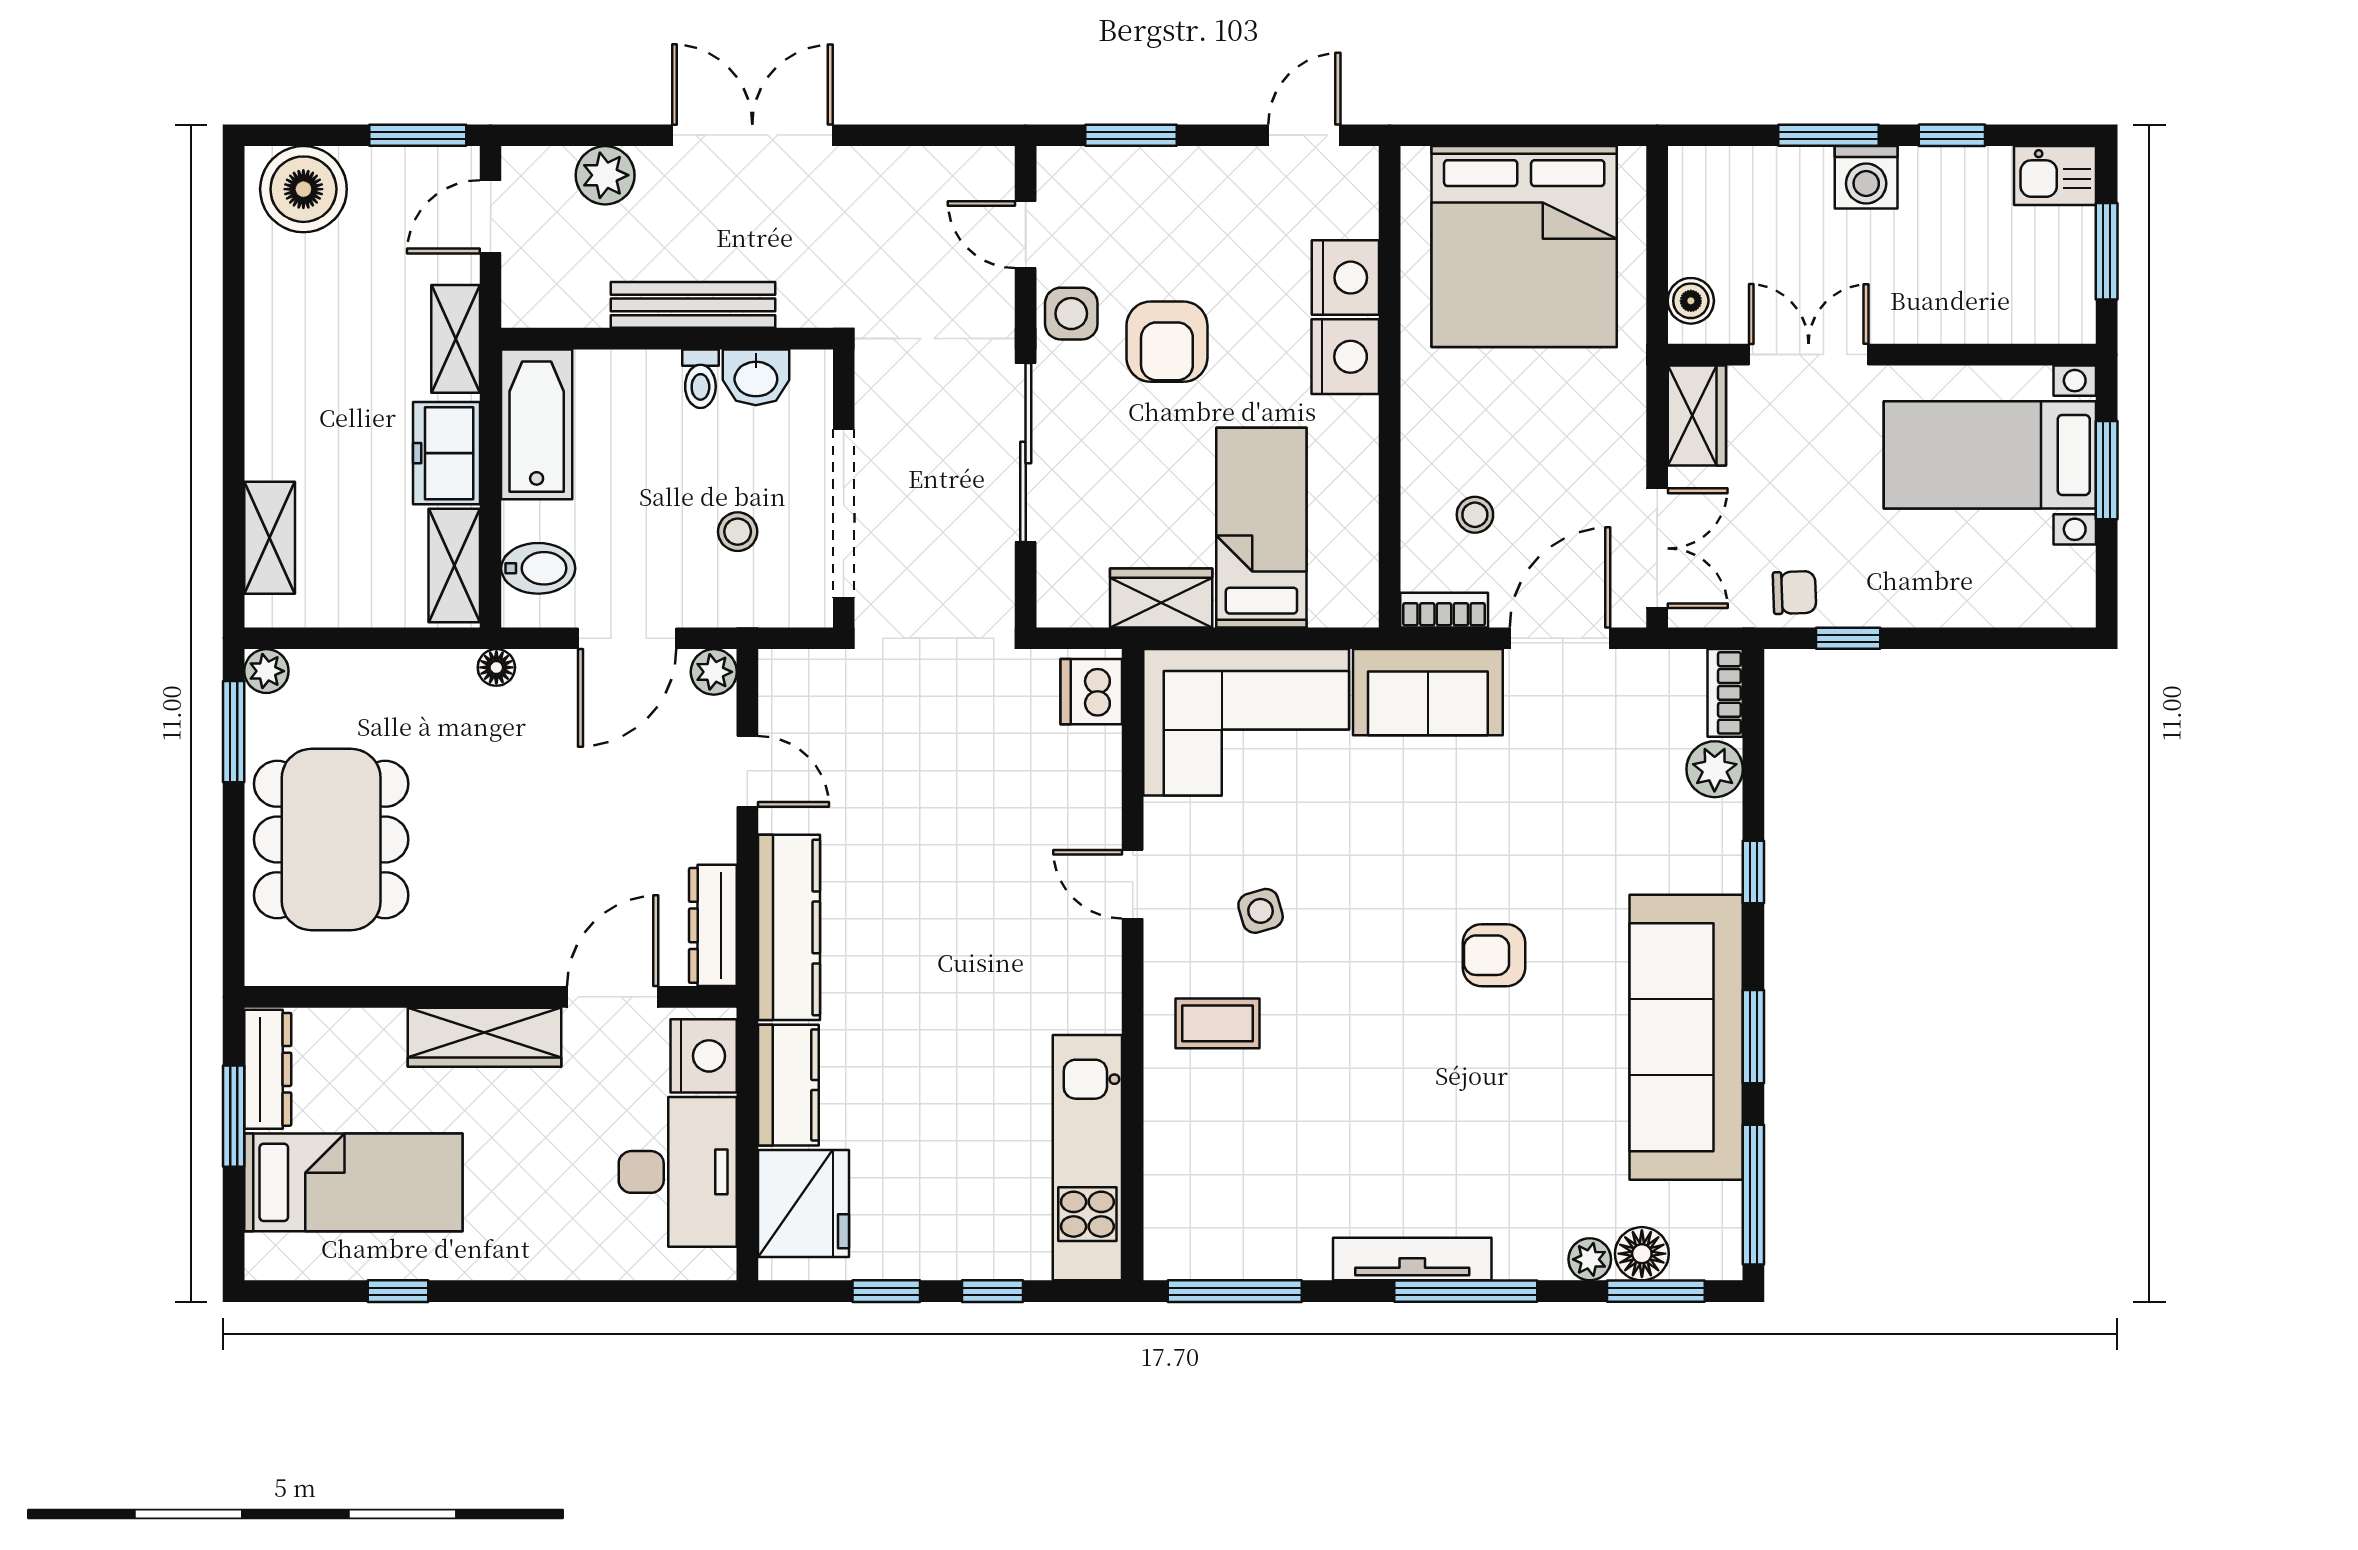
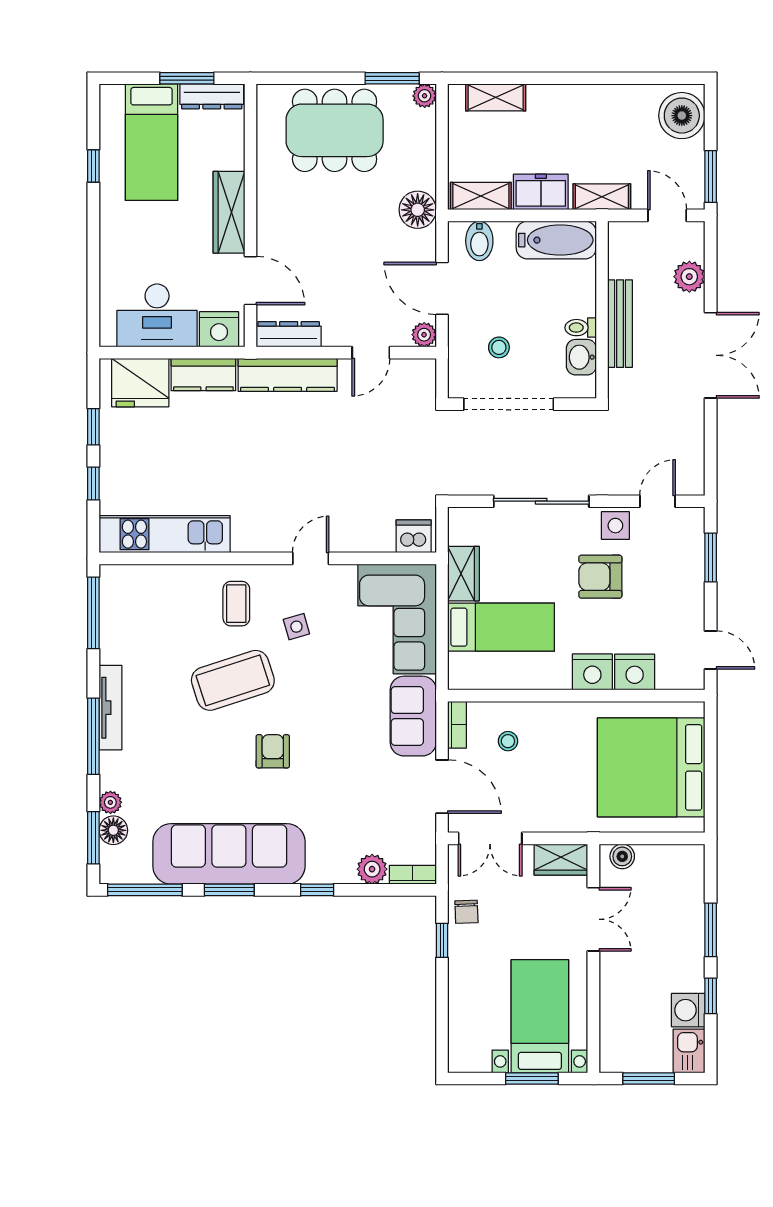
washing machine: (1866, 177) -> (688, 1010), moved
floor lamp: (496, 667) -> (418, 210), width x1.89, depth x1.89
coffee table: (1361, 1030) -> (233, 680), added

